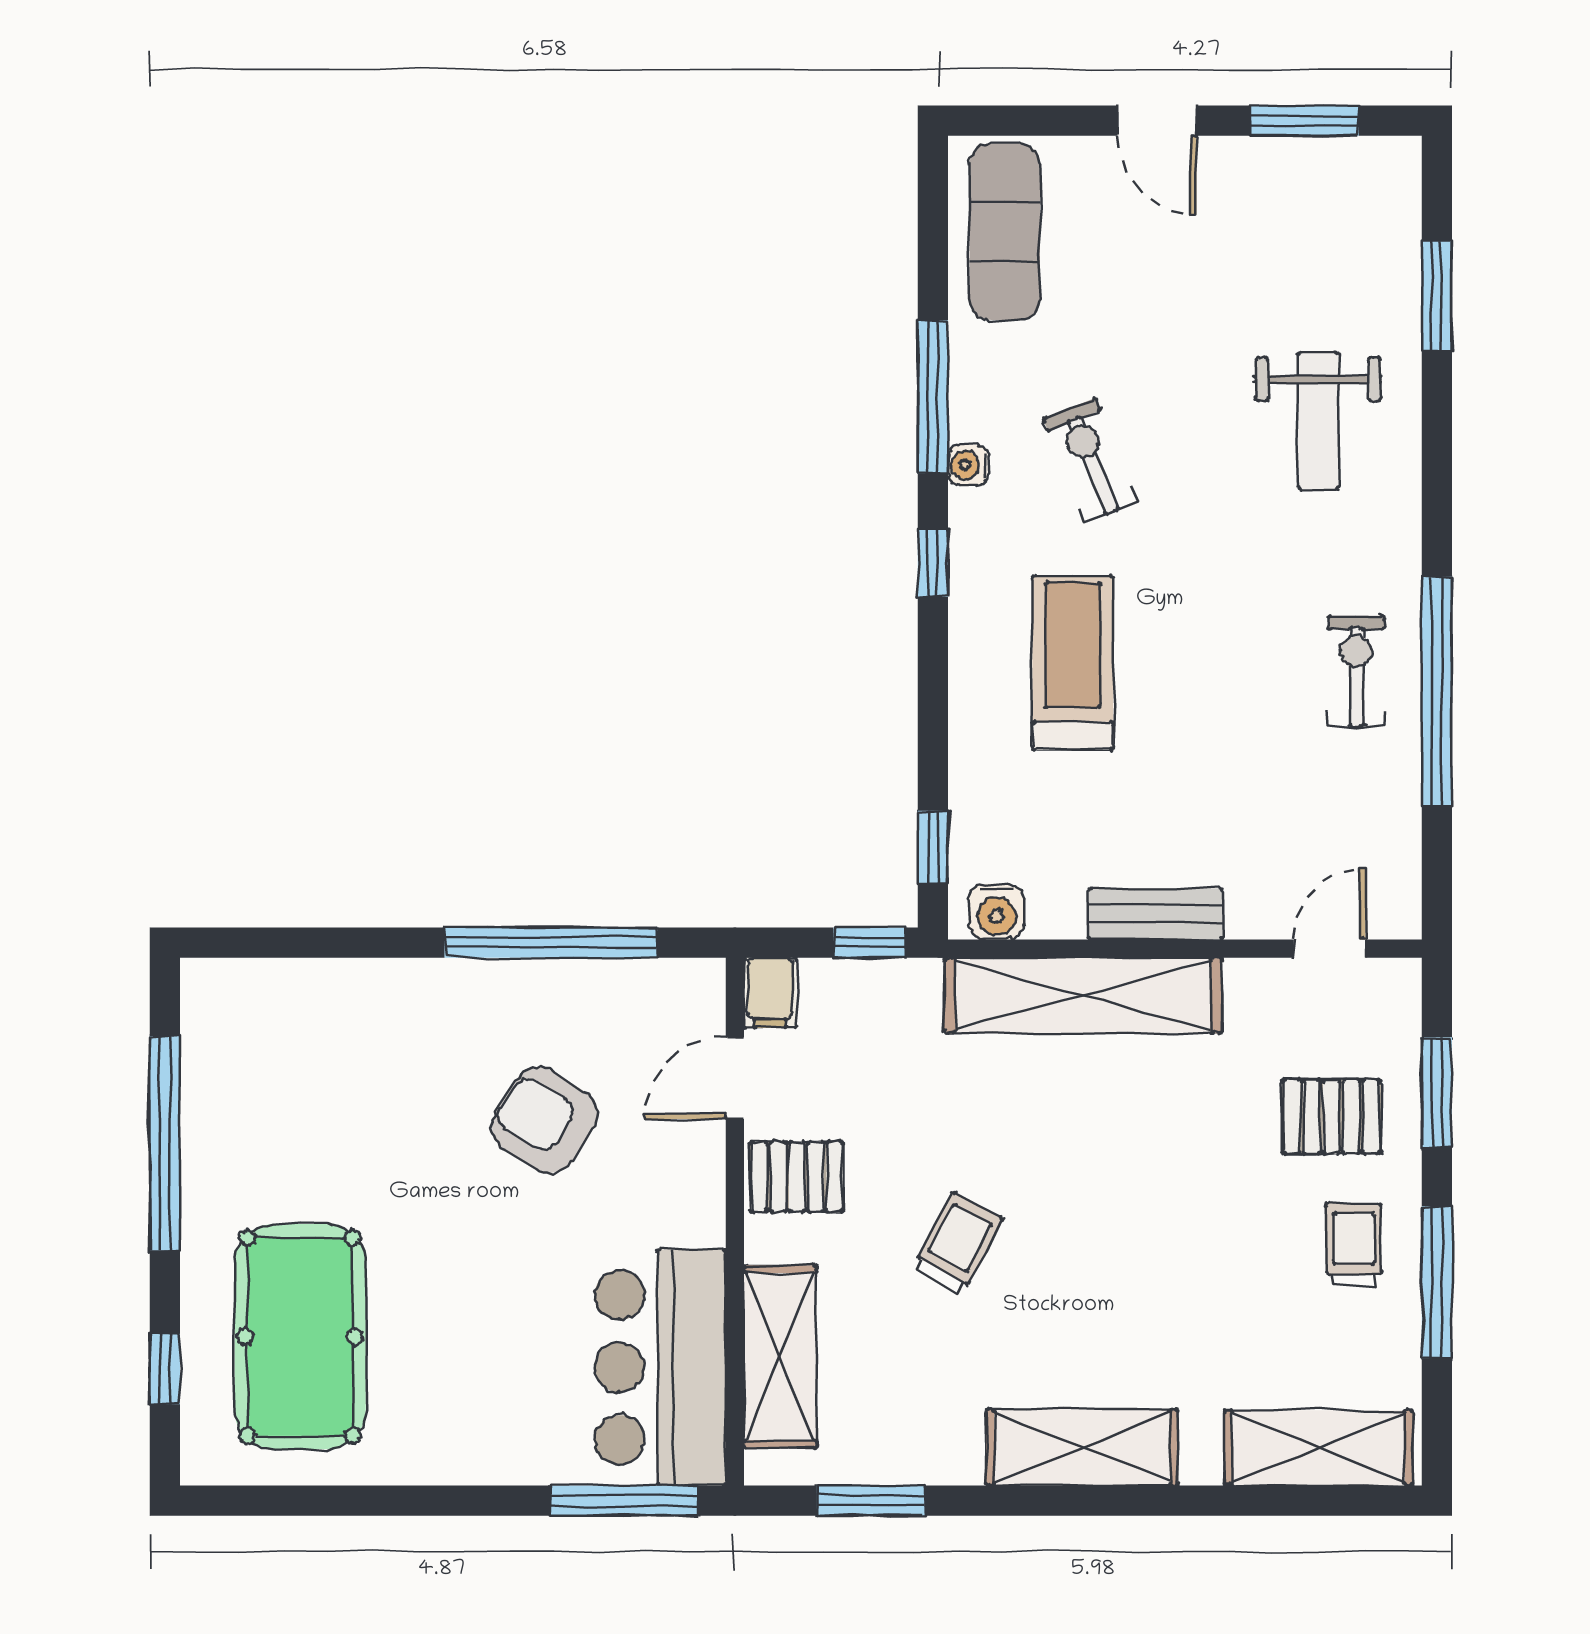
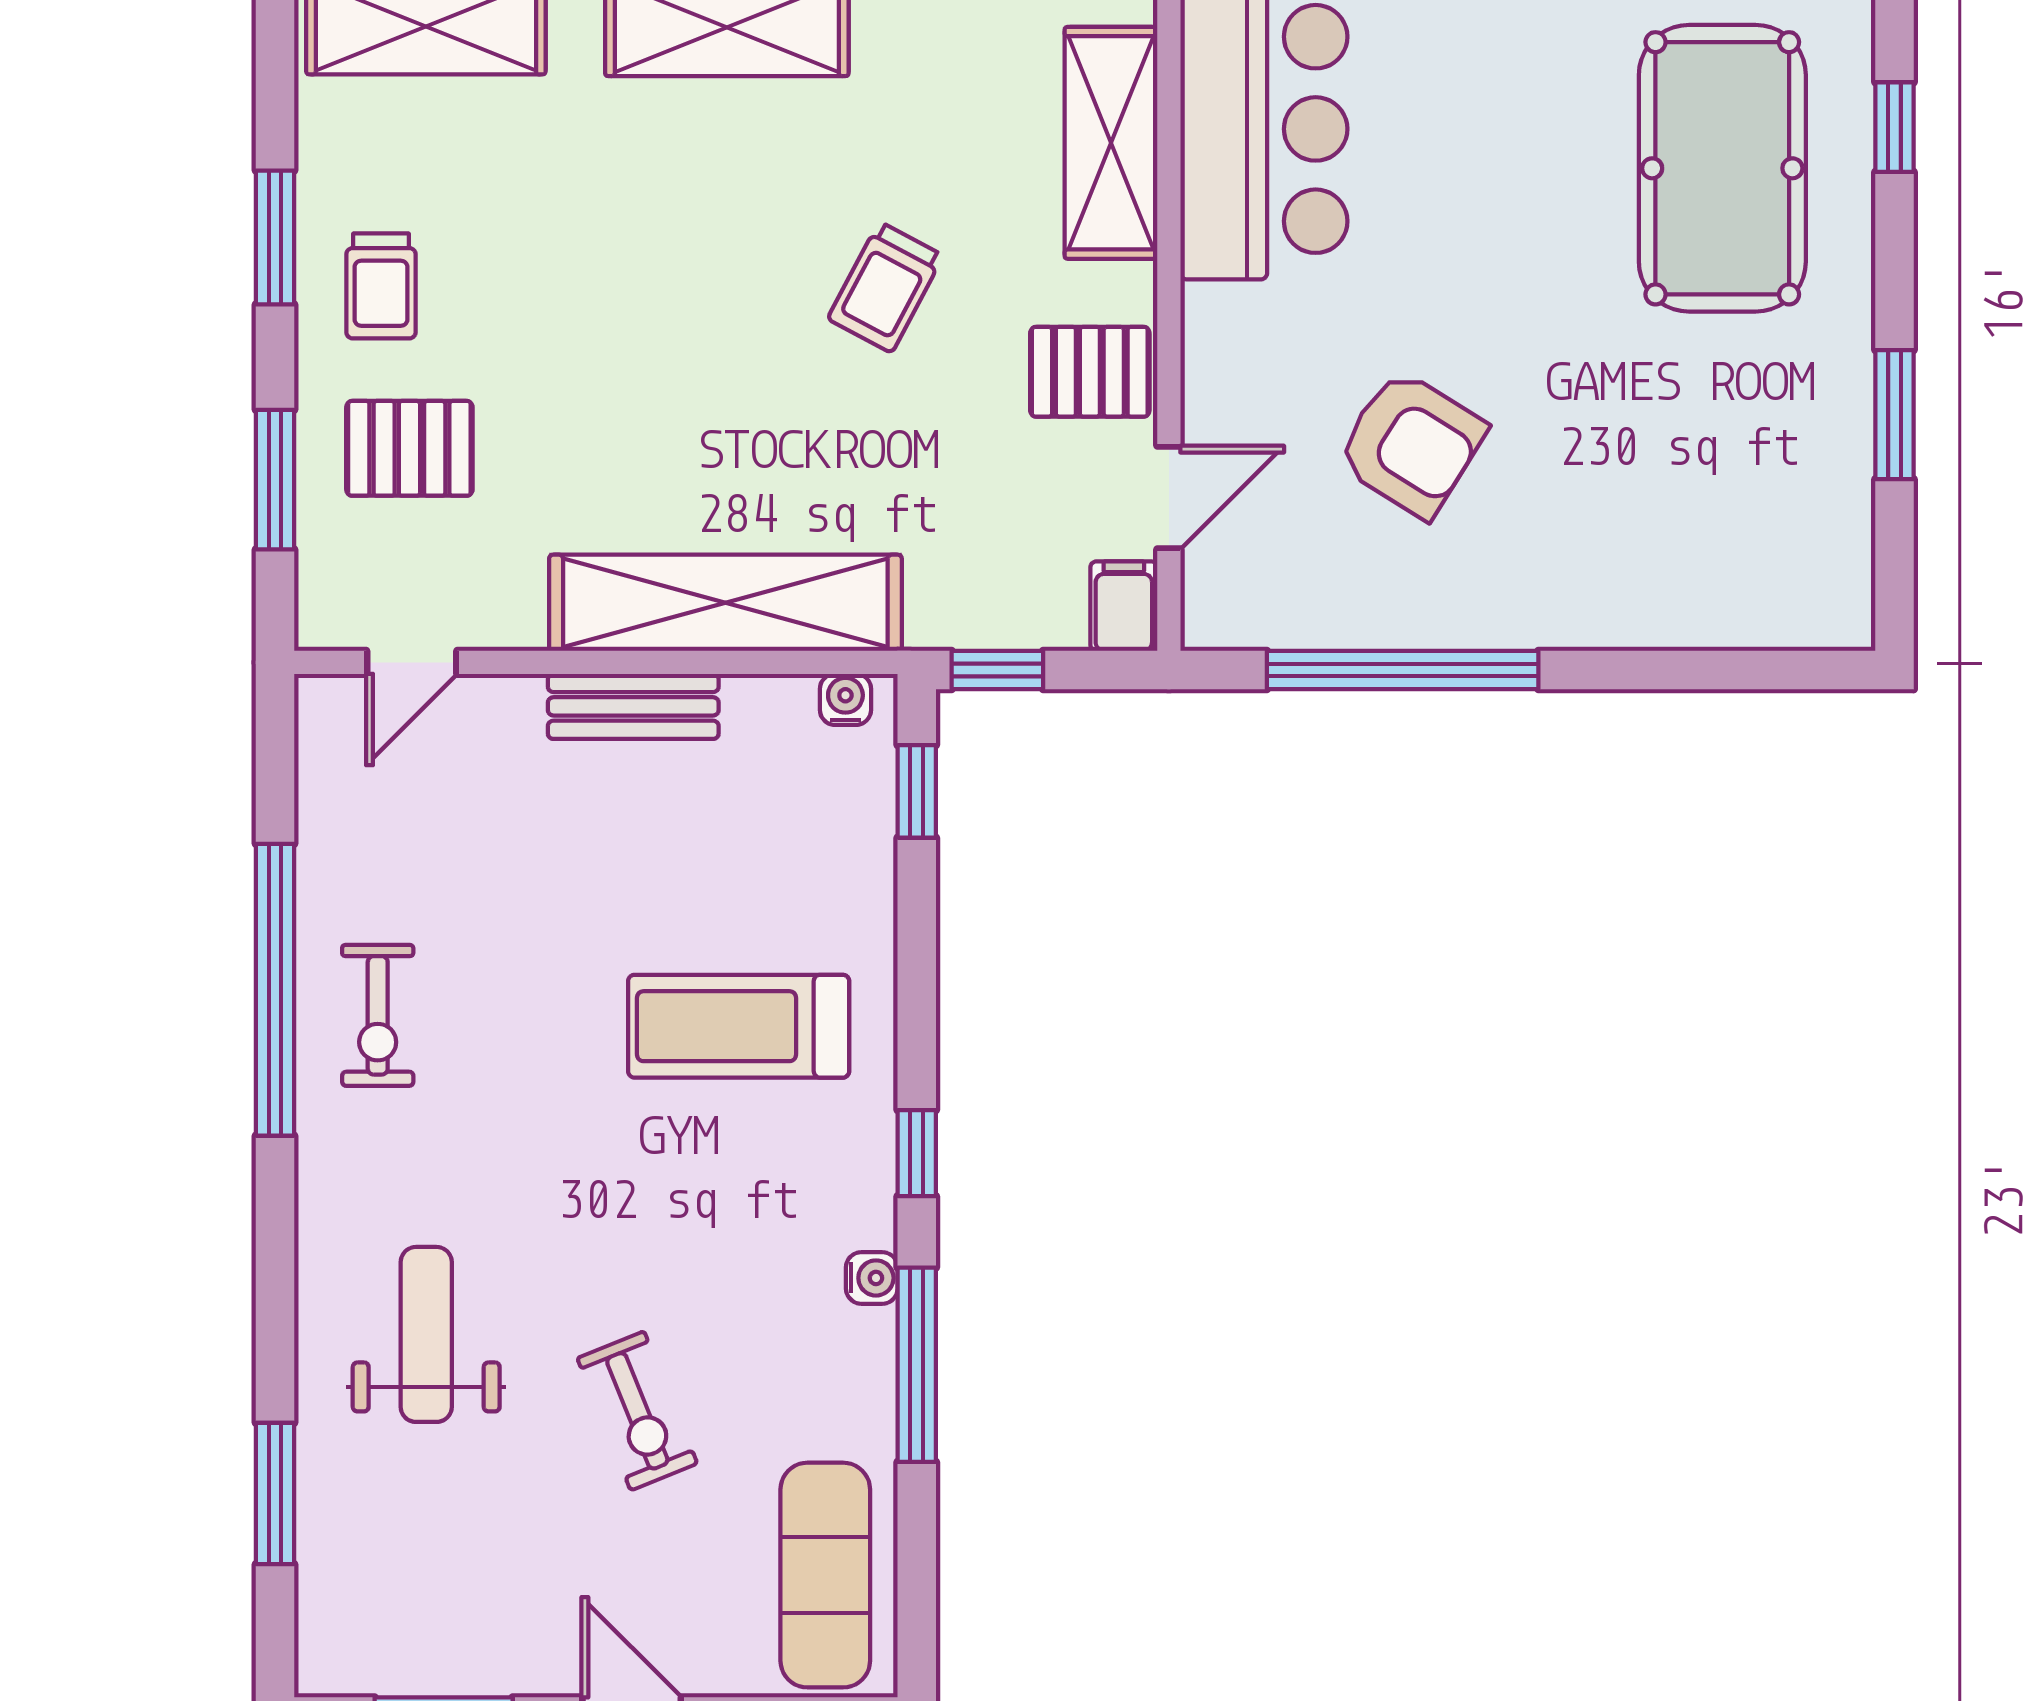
exercise bike: (1090, 460) -> (637, 1411), moved
treadmill: (1073, 663) -> (739, 1026), turned 90
water cooler: (997, 912) -> (845, 699), width x0.72, depth x0.72
window: (165, 1143) -> (1895, 415), width x0.47
window: (1437, 1282) -> (275, 237), width x0.69

